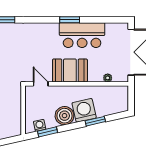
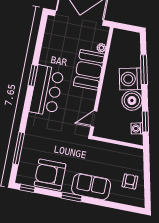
bar counter: (82, 35) -> (47, 91), moved
booth: (70, 71) -> (89, 70), moved
window: (95, 121) -> (144, 70), width x1.44

